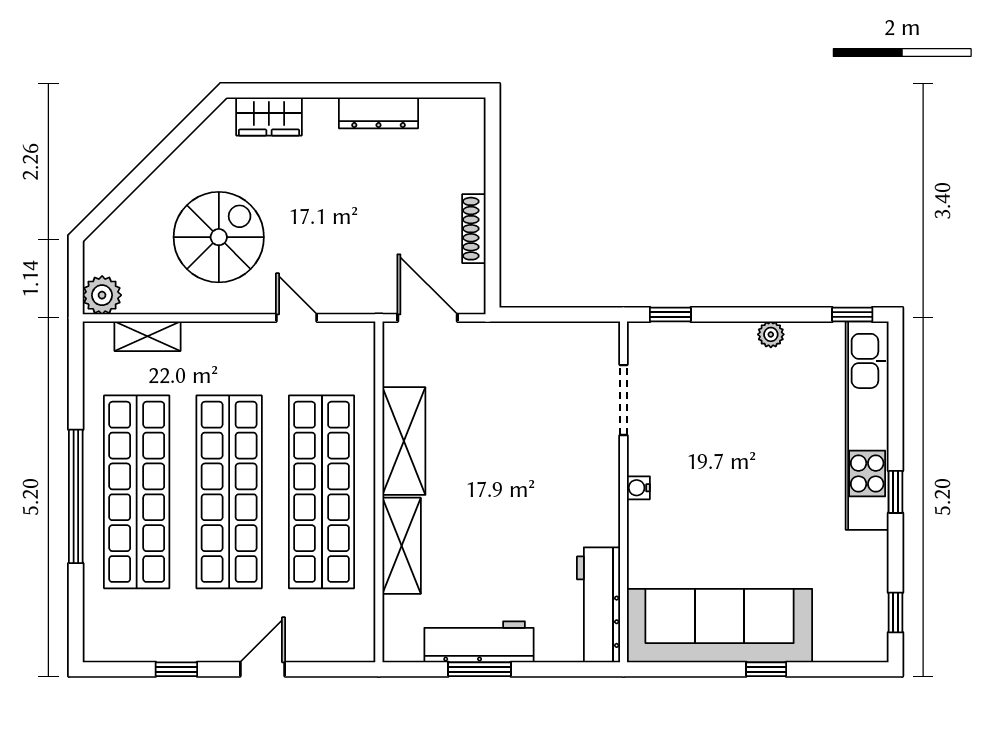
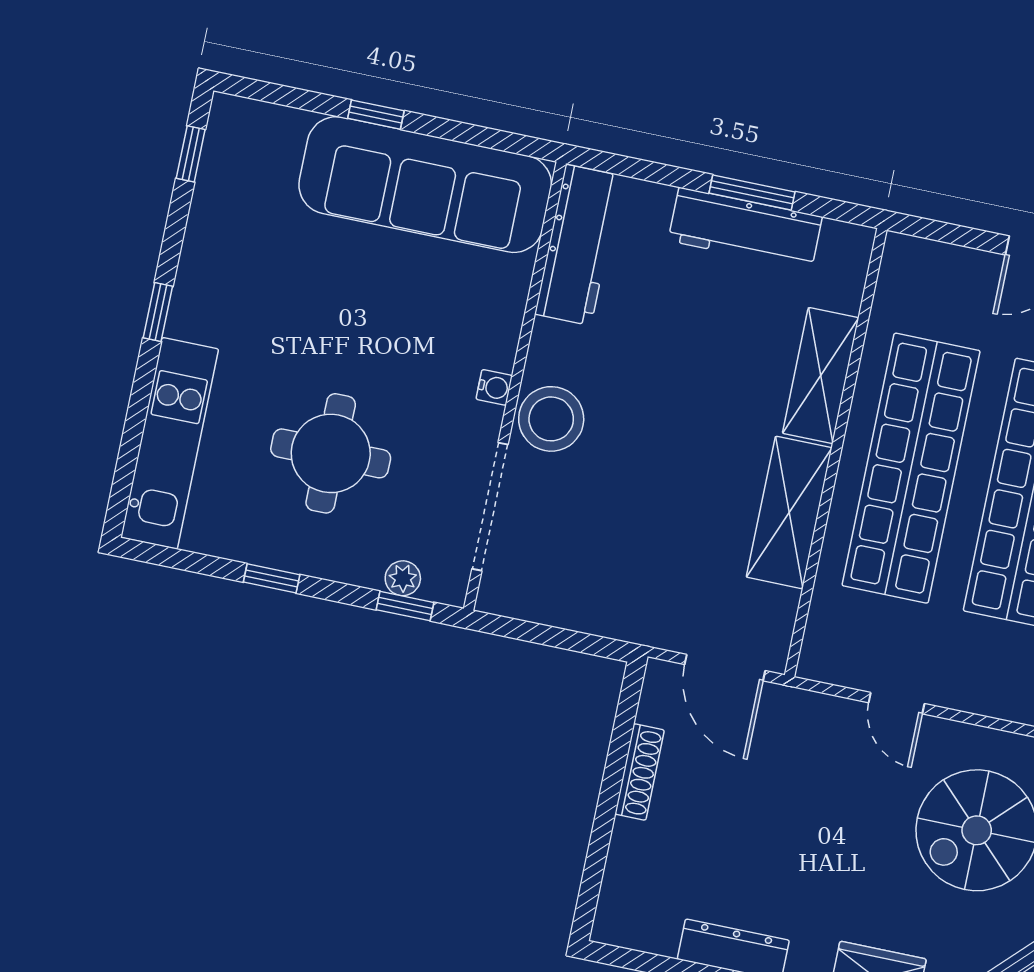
window: (852, 314) -> (272, 578), moved
plant: (771, 334) -> (403, 578), moved
doorway: (623, 400) -> (490, 507), width x1.36
round table: (748, 415) -> (331, 453), added
kitchen unit: (867, 426) -> (170, 443), width x0.73
stool: (592, 473) -> (551, 419), added

